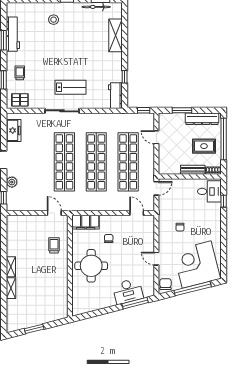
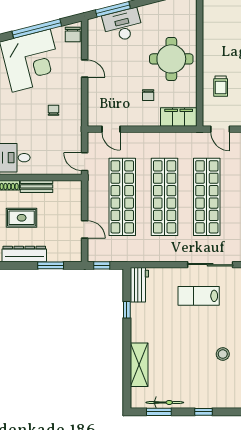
stool: (54, 20) -> (223, 354), moved
door: (156, 188) -> (85, 162), hinge flipped

